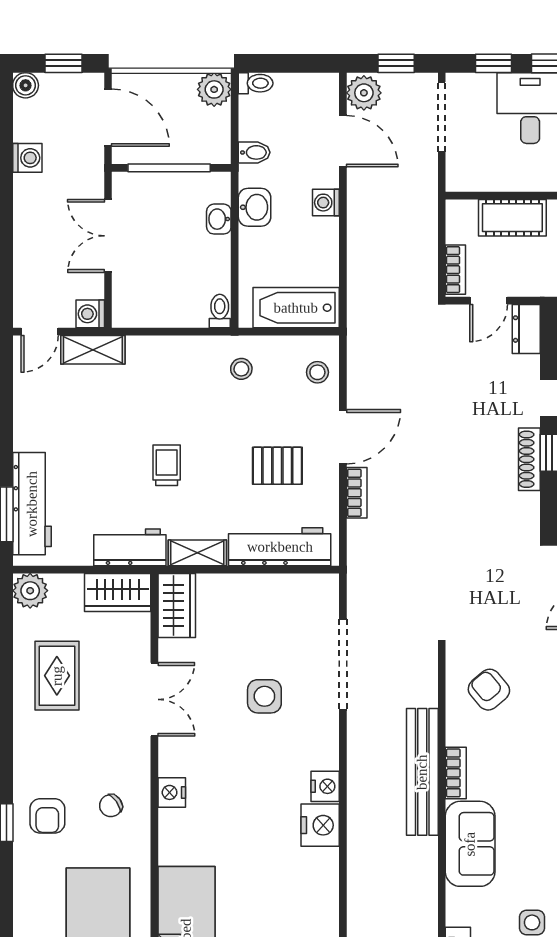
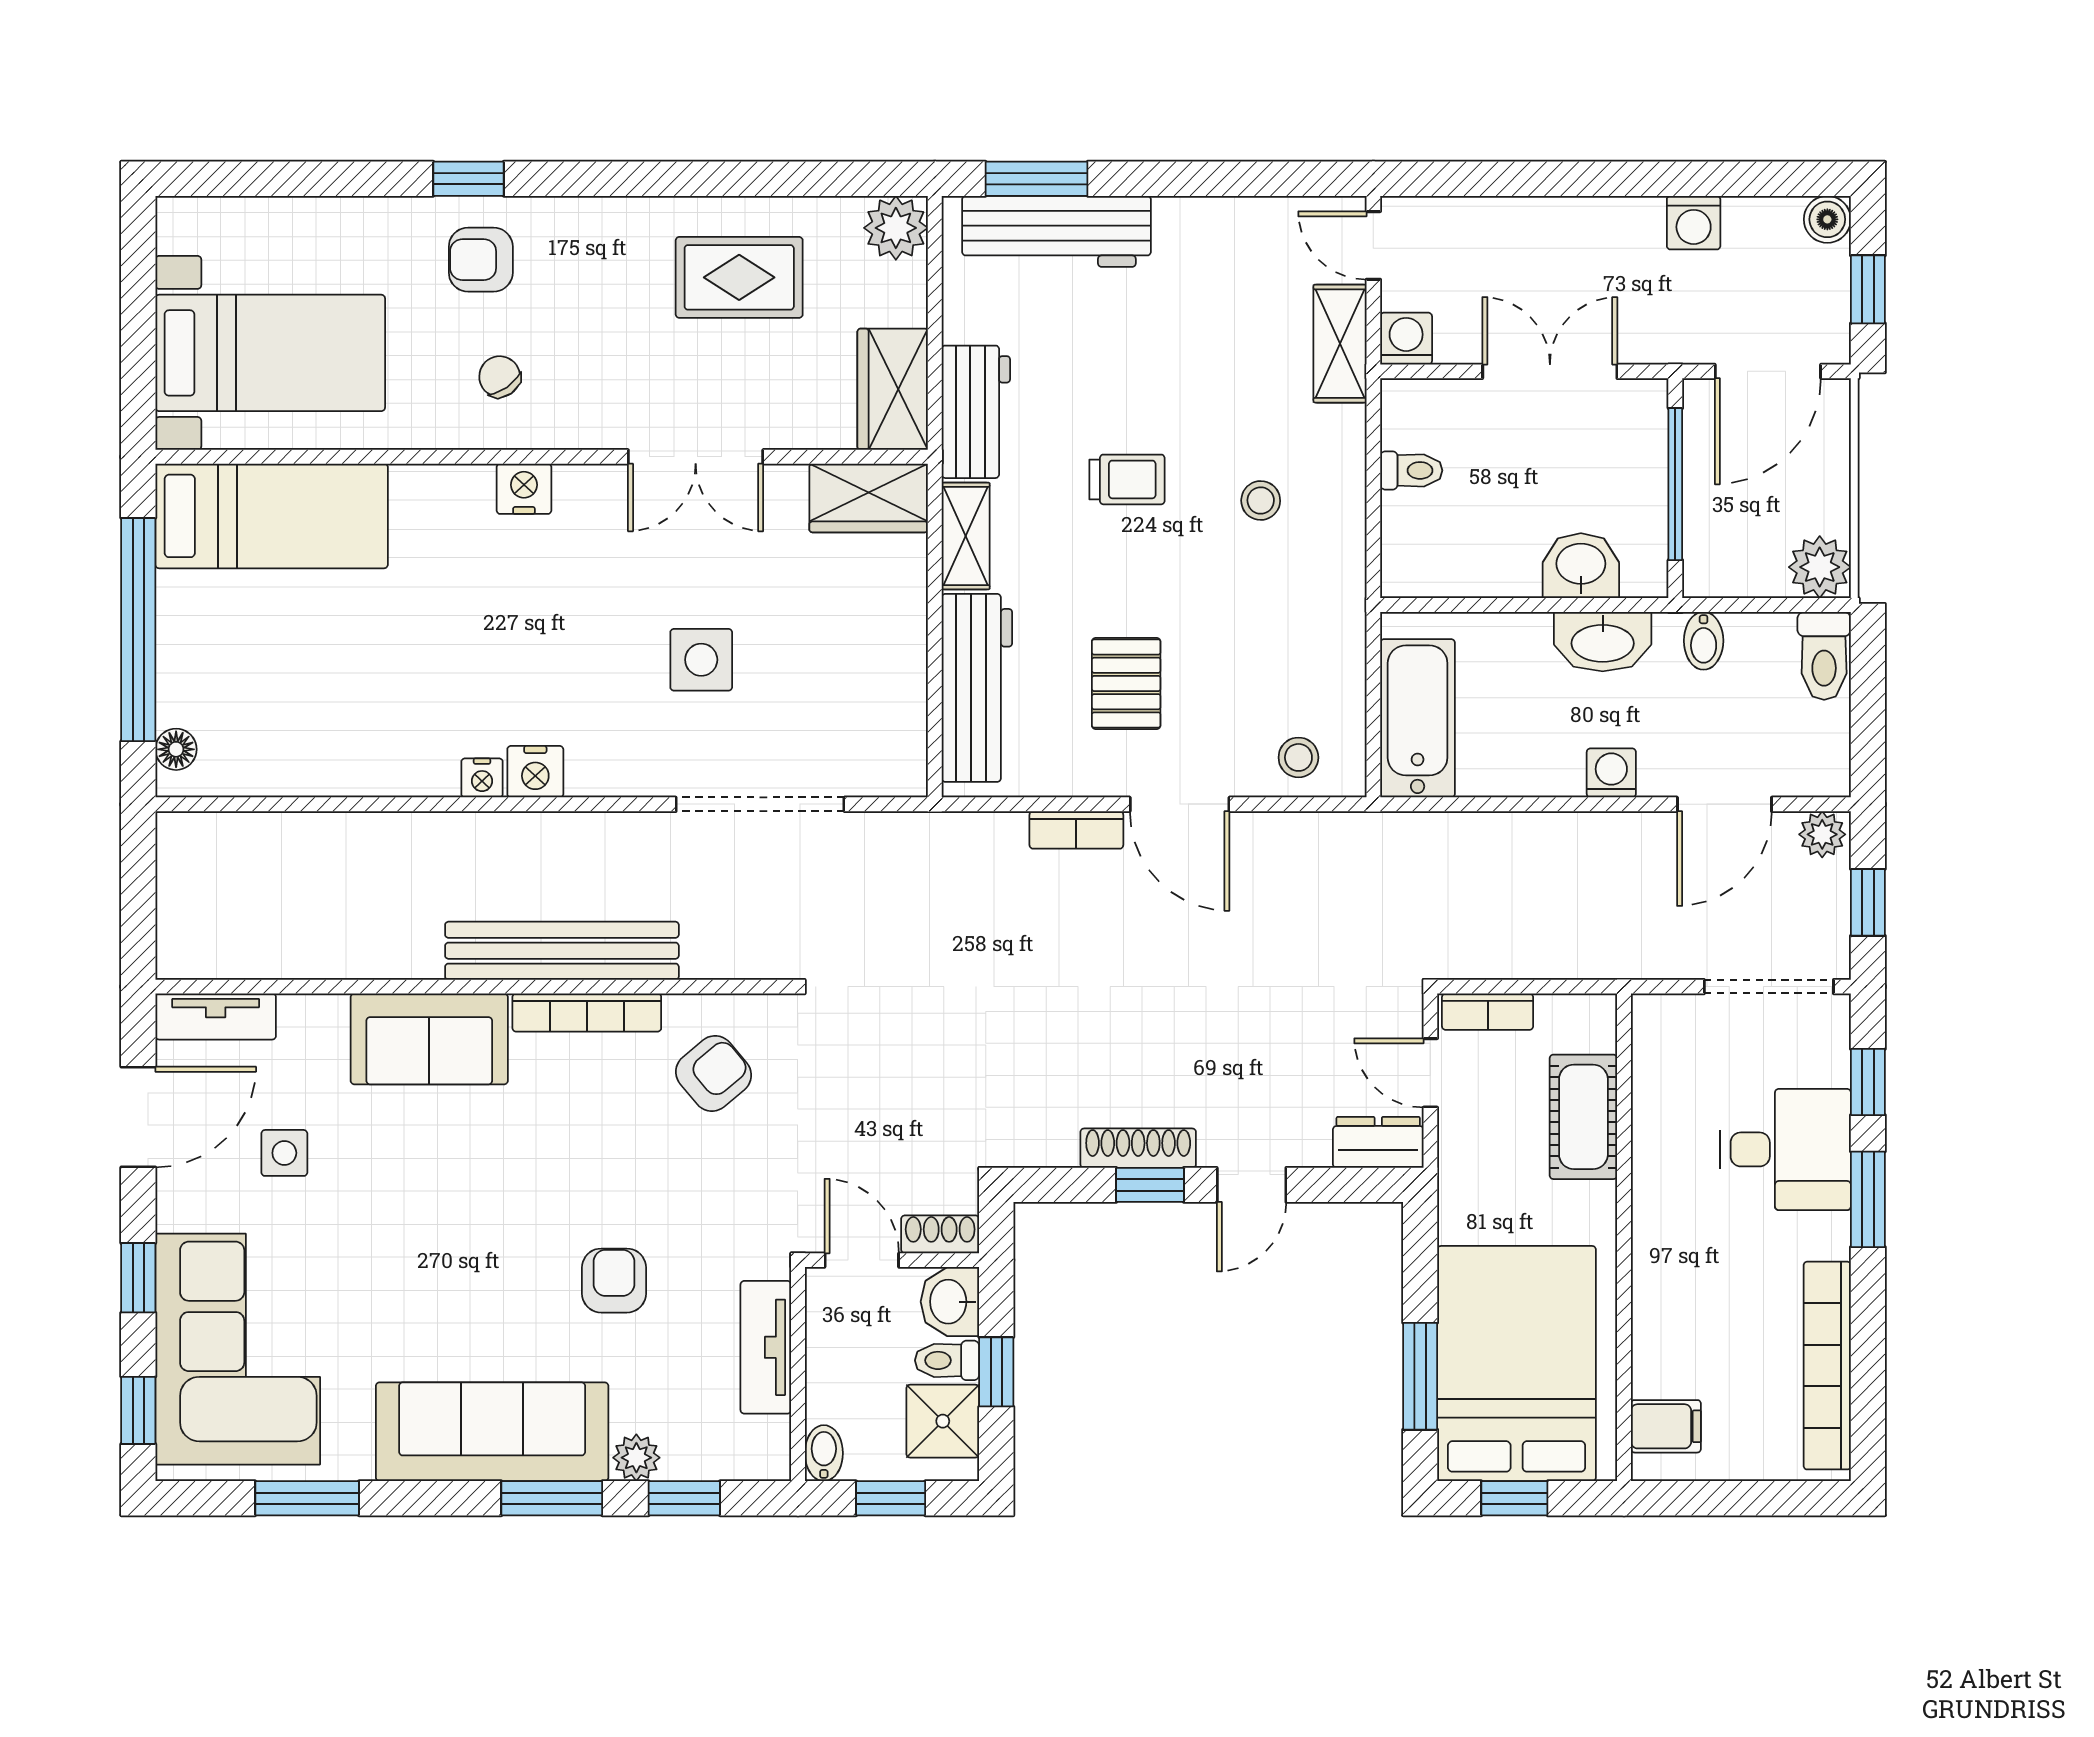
toilet: (256, 83) -> (1824, 656), width x1.37, depth x1.39
plant: (364, 93) -> (1822, 834), width x0.73, depth x0.73
washbasin: (255, 207) -> (1603, 642), width x1.38
washbasin: (219, 219) -> (1581, 566), width x1.38, depth x1.45
toilet: (220, 311) -> (1411, 470), moved
stool: (241, 369) -> (1261, 500), moved
bookcase: (456, 773) -> (587, 1013), width x1.56
nightstand: (320, 825) -> (482, 778), width x0.53, depth x0.56

